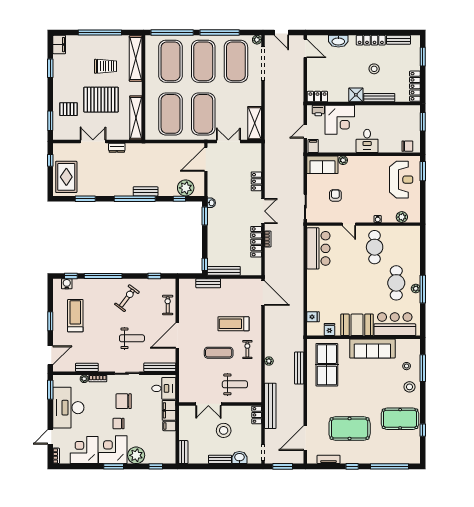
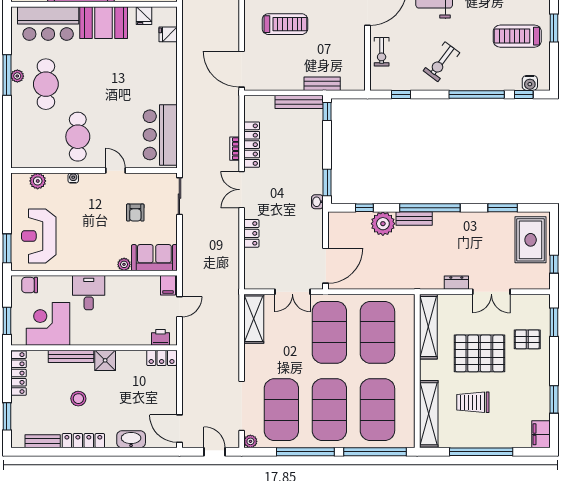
corner desk: (340, 120) -> (48, 324), moved
plant: (186, 188) -> (383, 224), moved
treadmill: (75, 316) -> (517, 36), turned 90

